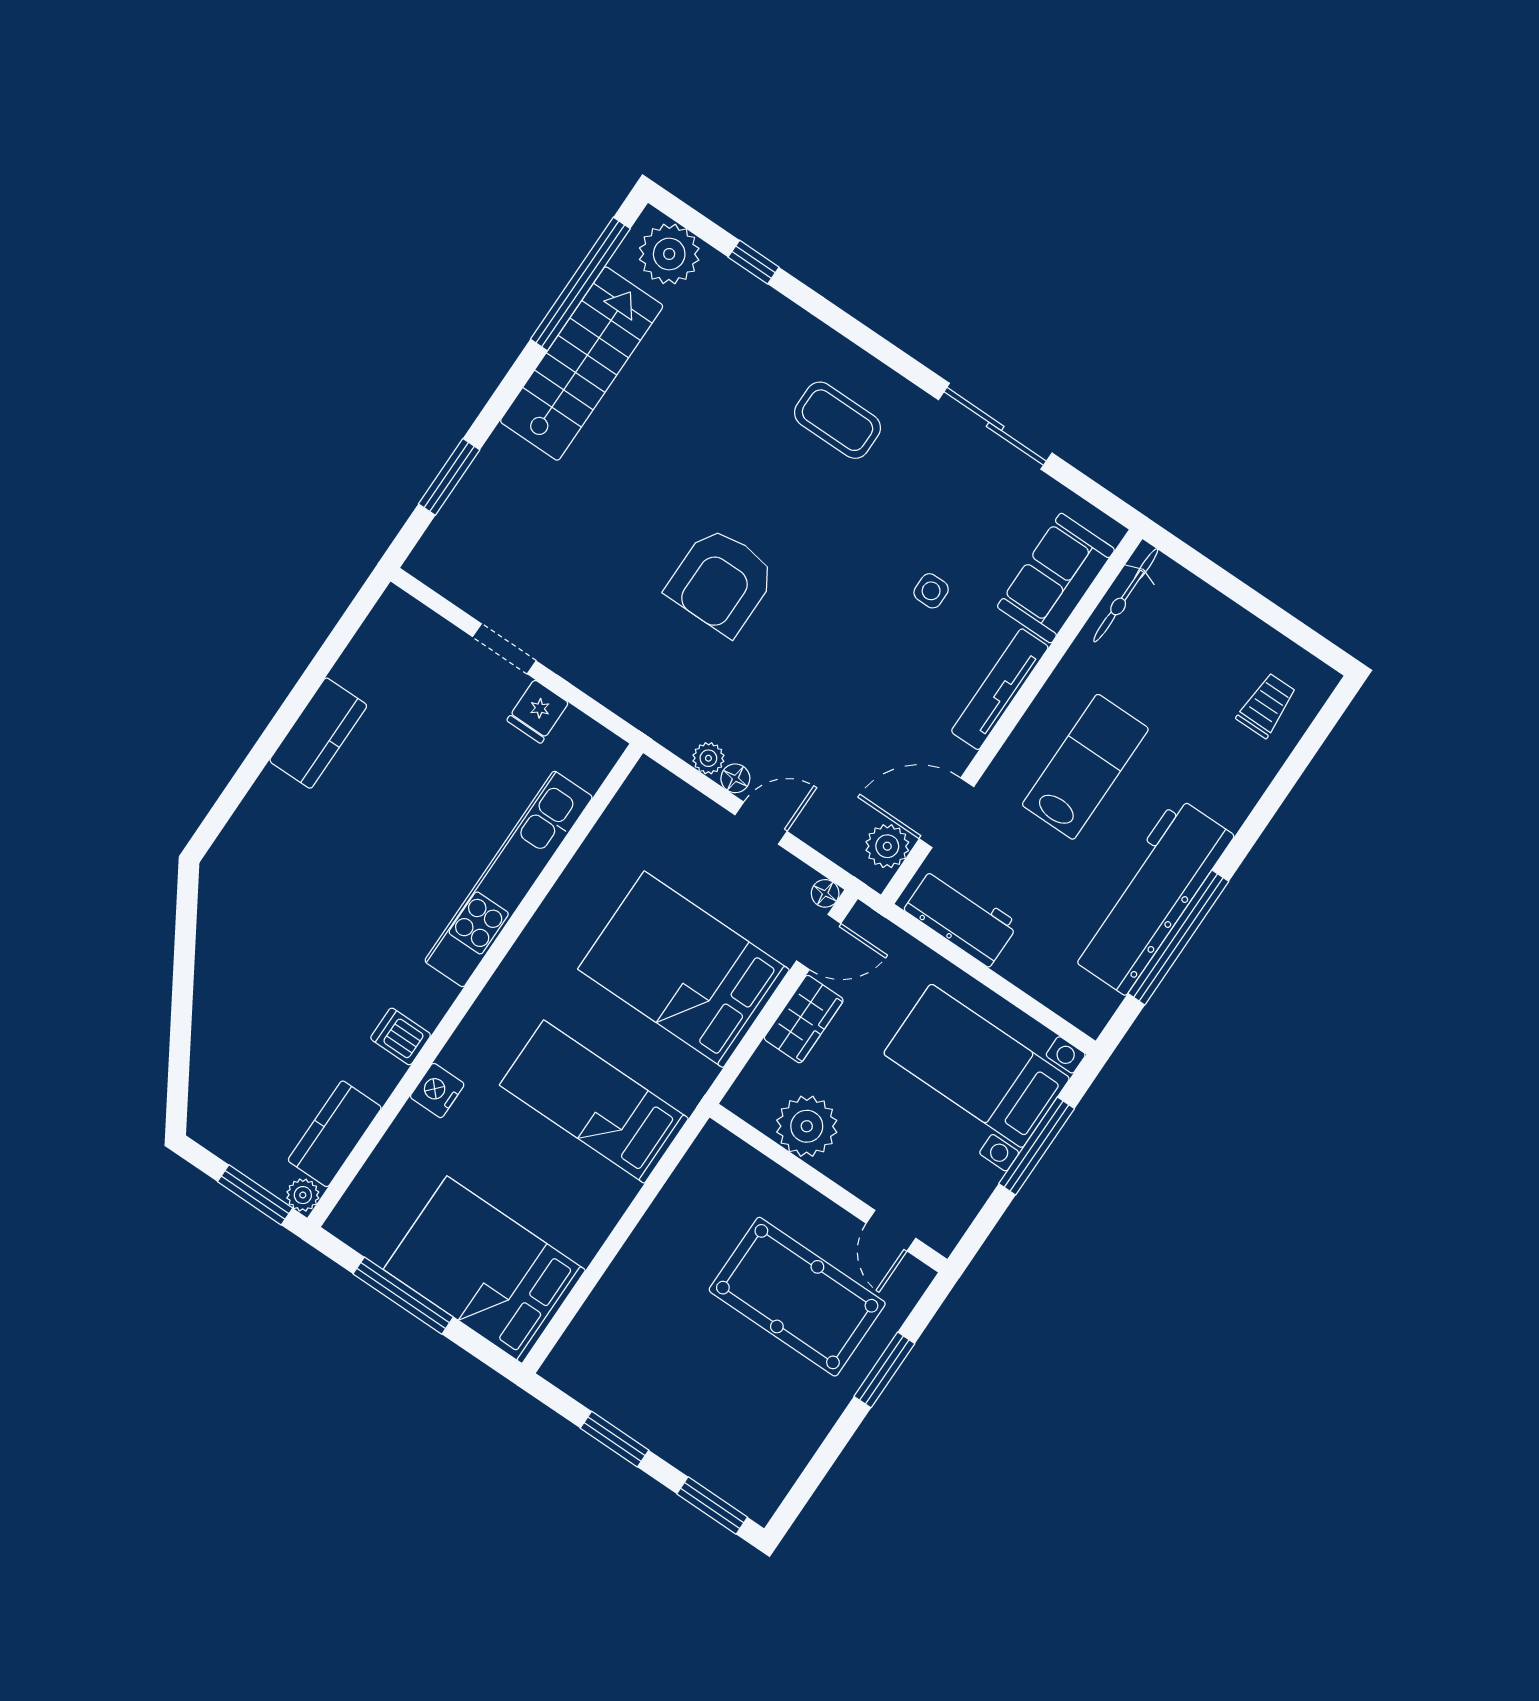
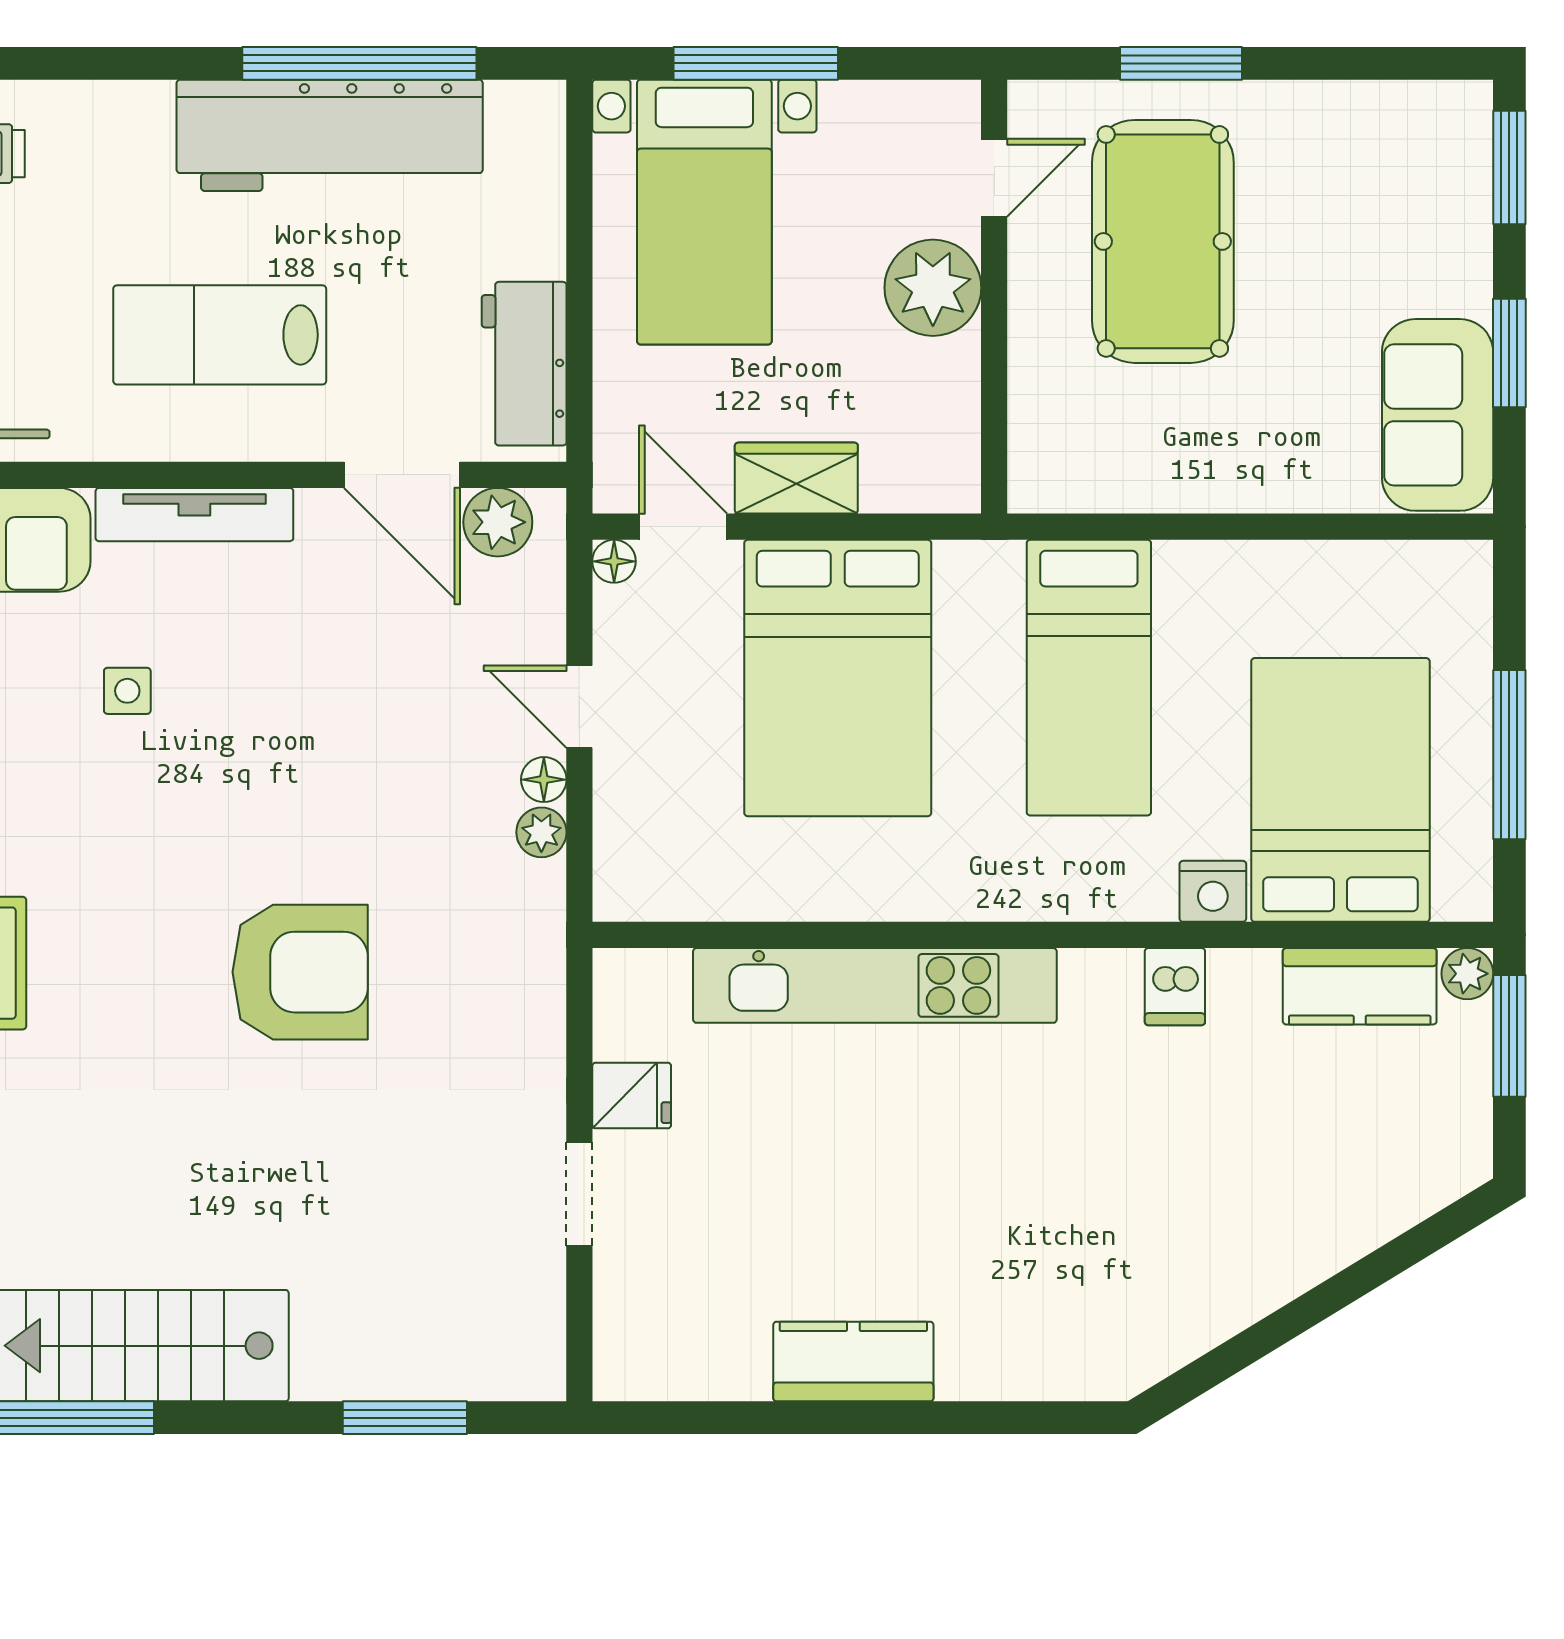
plant: (807, 1126) -> (933, 288), moved
bed: (484, 1270) -> (1340, 790), moved, turned 180
sofa: (608, 1379) -> (1438, 415), added

